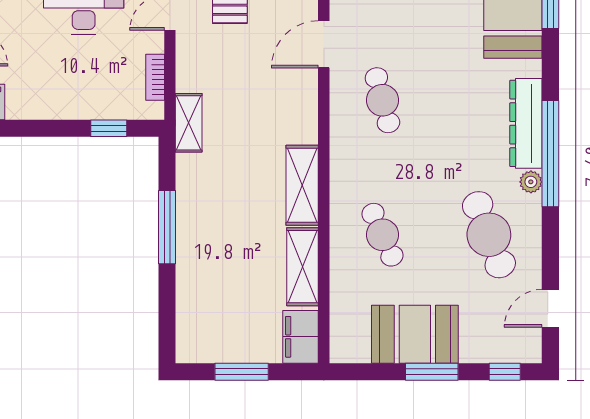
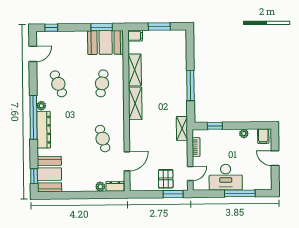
plant: (38, 109) -> (244, 134), added
cafe table: (382, 235) -> (102, 83), turned 33
cafe table: (489, 235) -> (58, 84), width x0.73, depth x0.74
booth: (415, 334) -> (106, 42), moved
filing cabinet: (301, 337) -> (135, 36), width x0.50
window: (432, 372) -> (102, 27), moved

